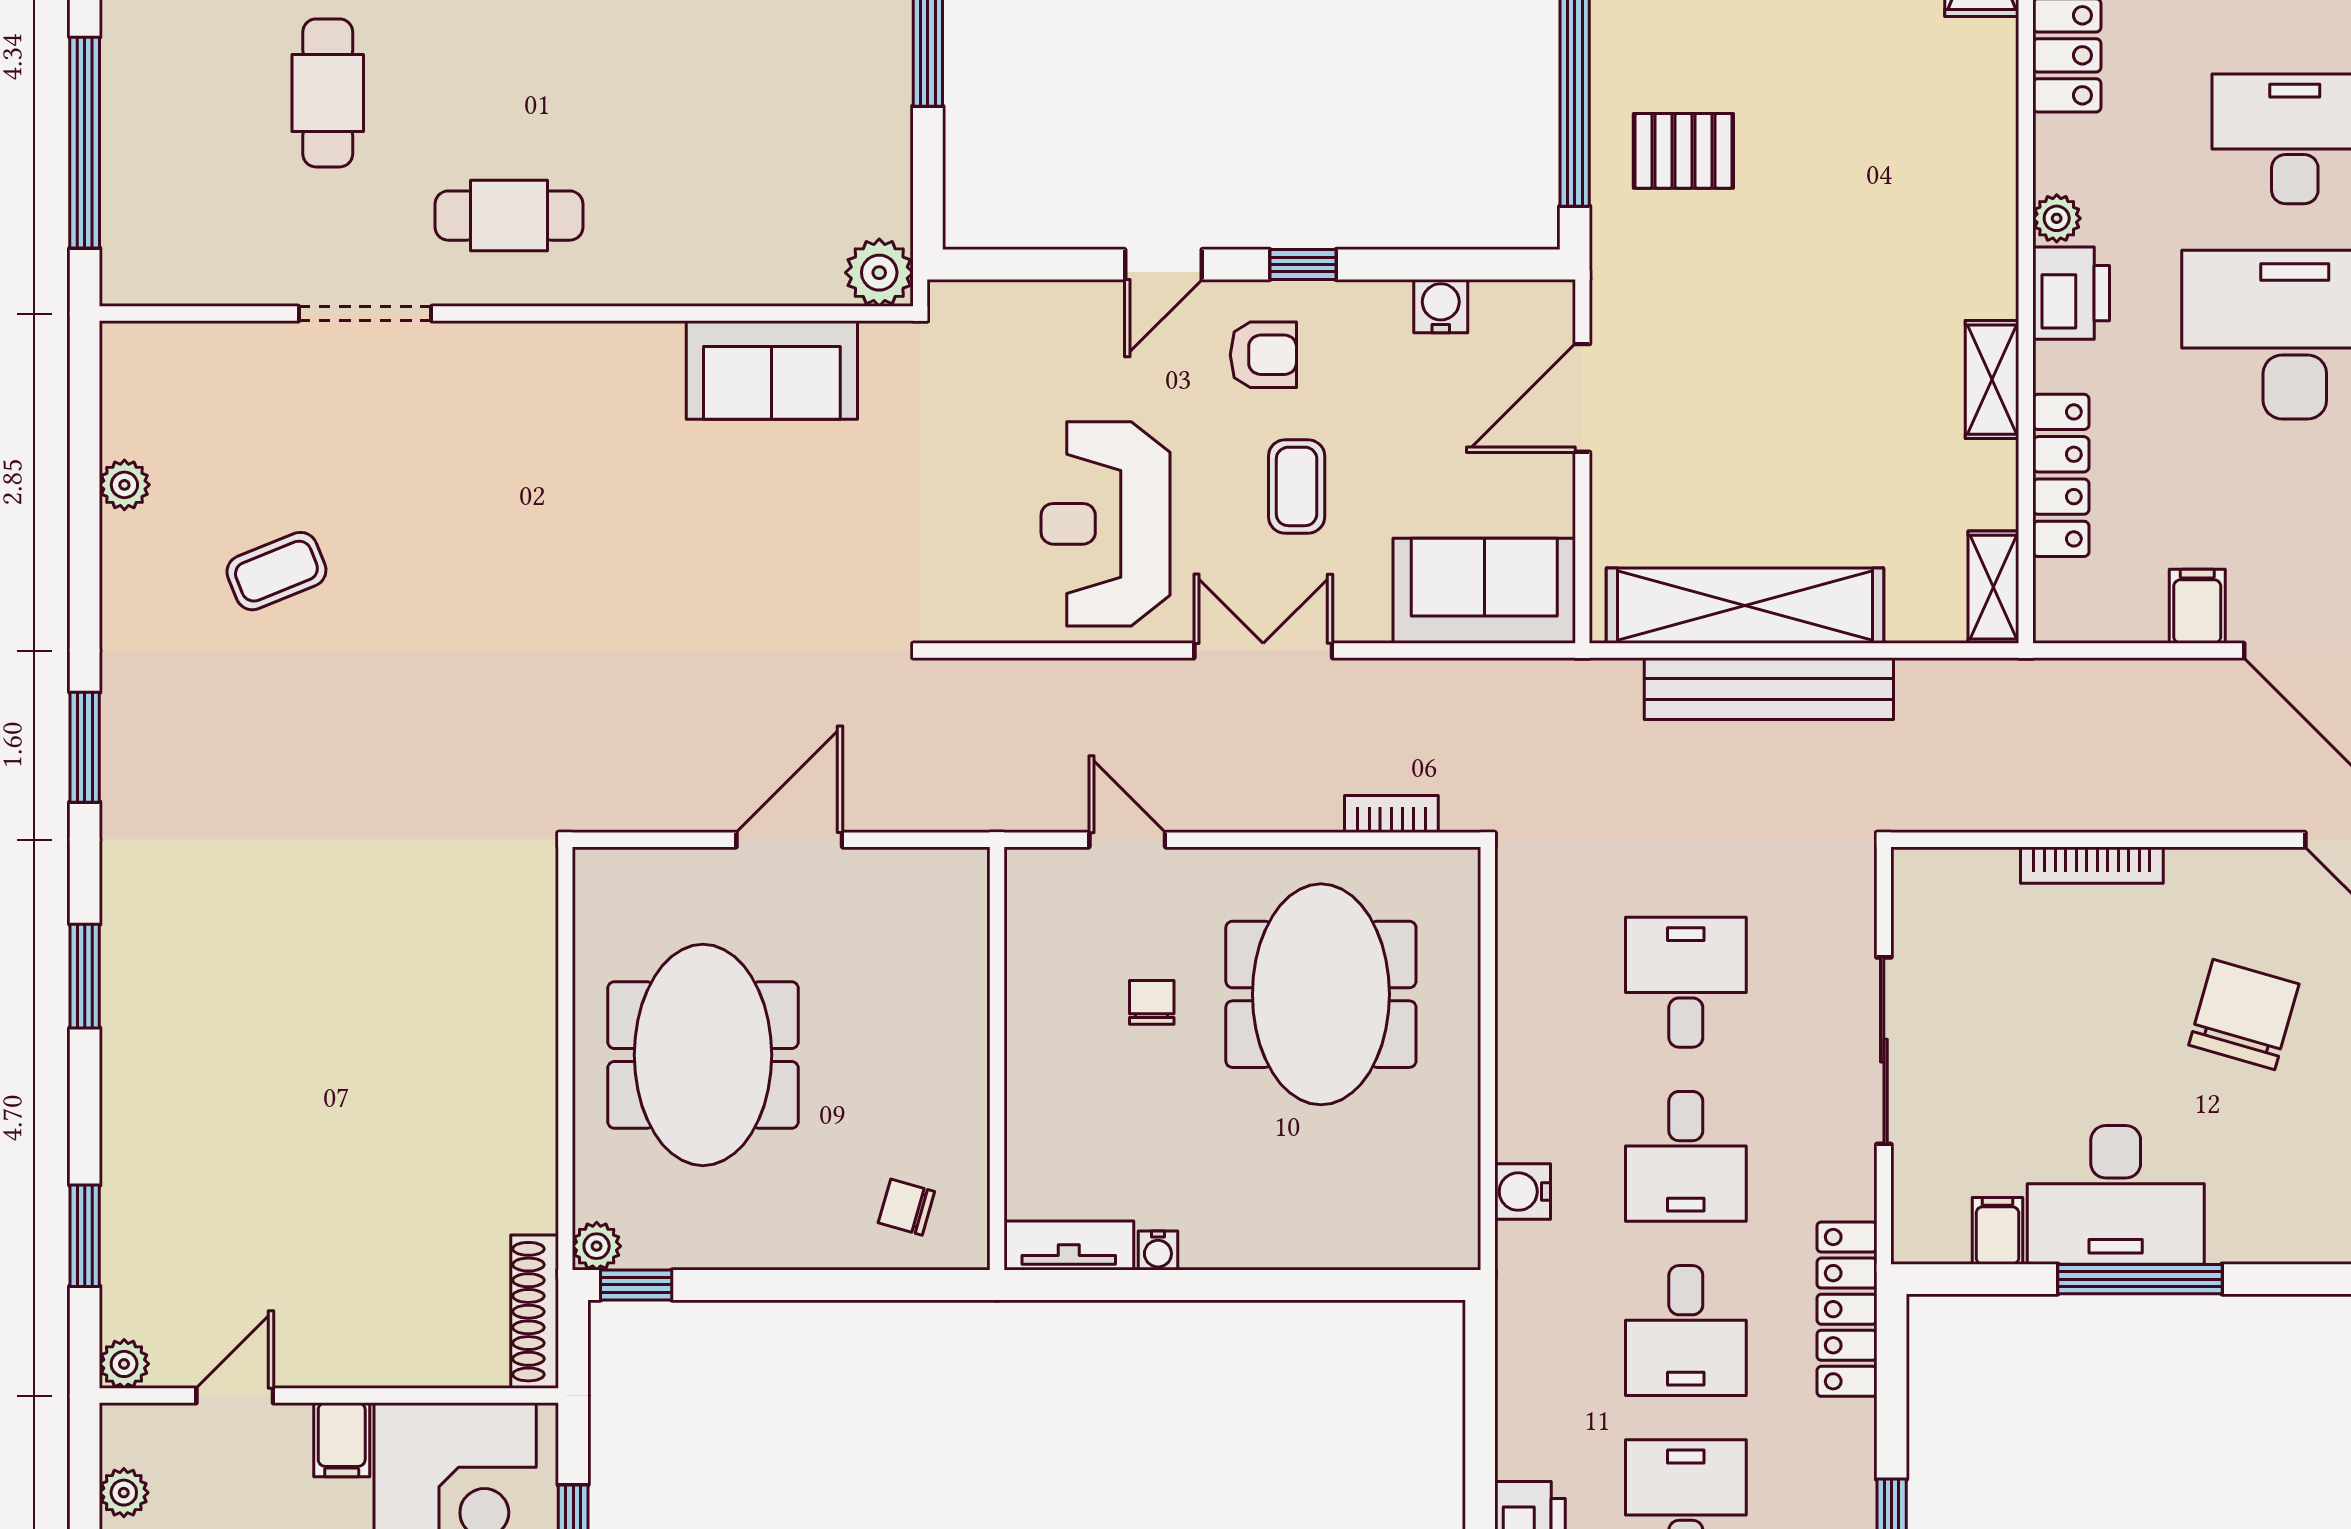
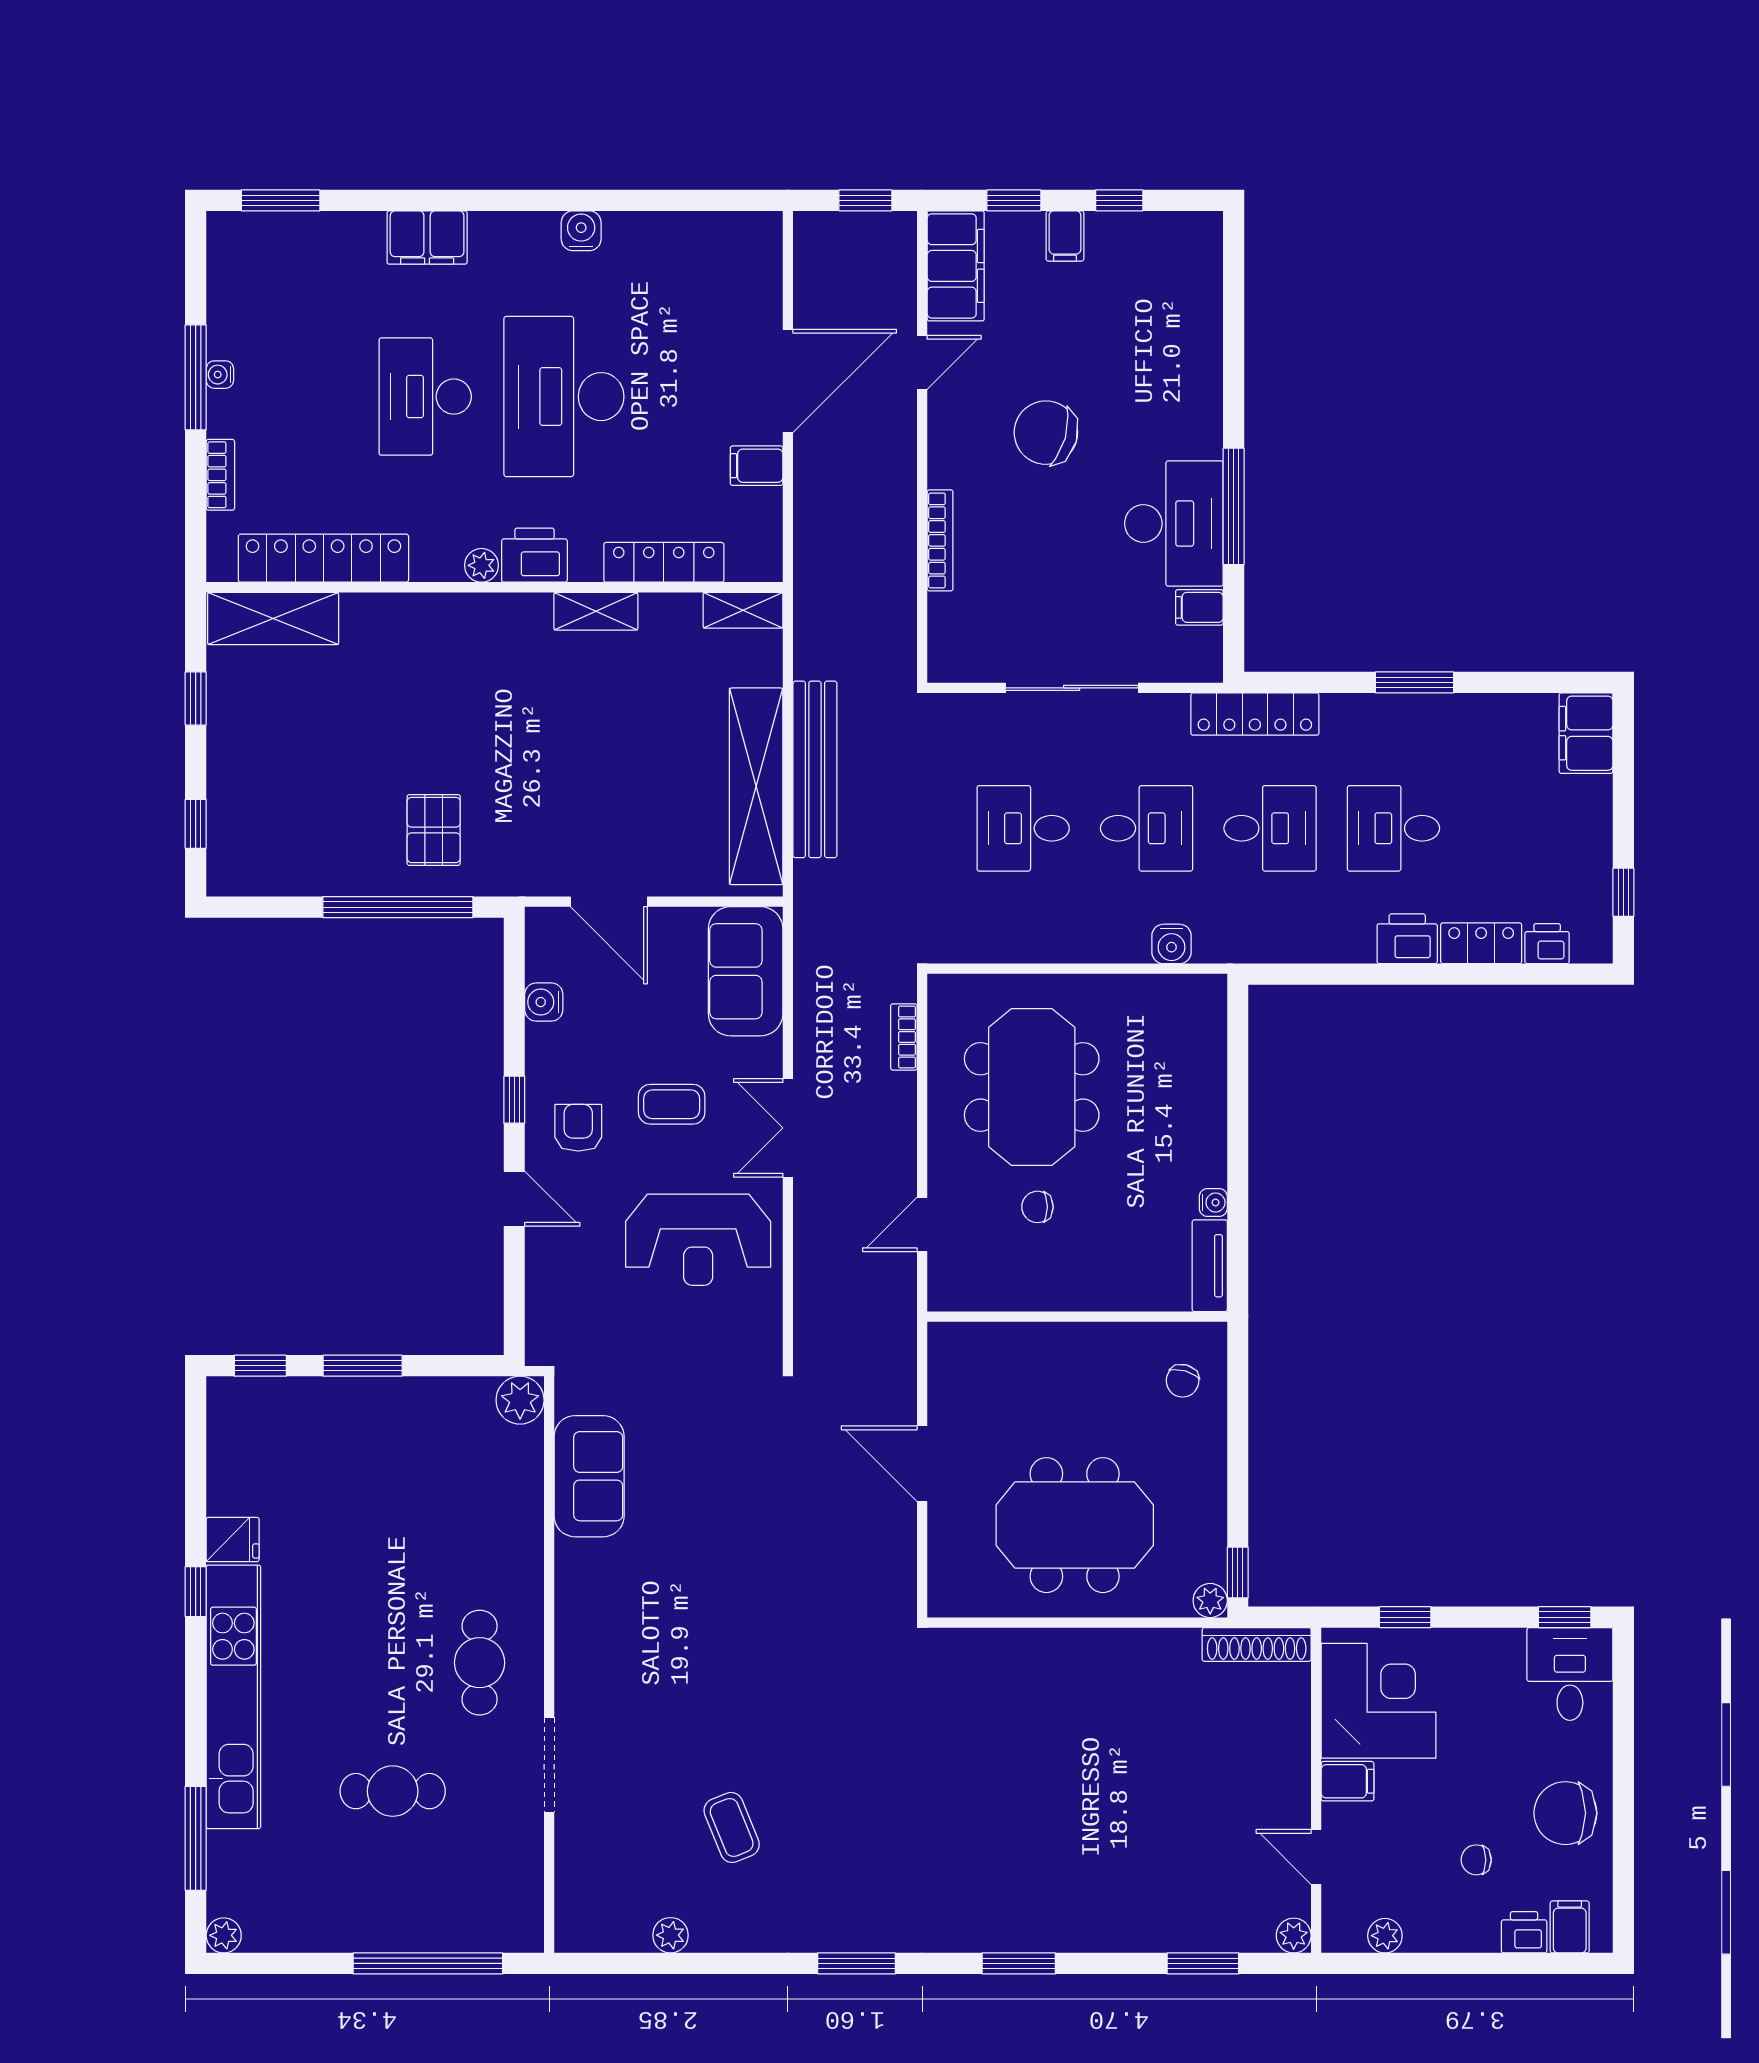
meeting table: (1321, 994) -> (1032, 1087), turned 90

